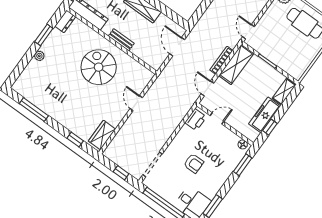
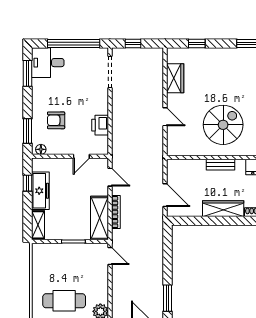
spiral stairs: (99, 67) -> (223, 125), turned -90
printer: (196, 120) -> (100, 125), moved
wardrobe: (102, 135) -> (175, 78), moved
armchair: (194, 163) -> (56, 120), moved

